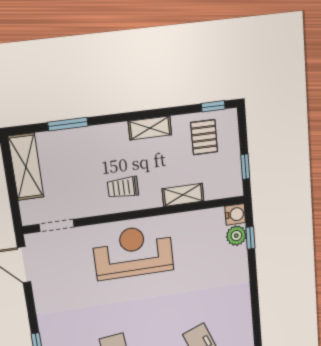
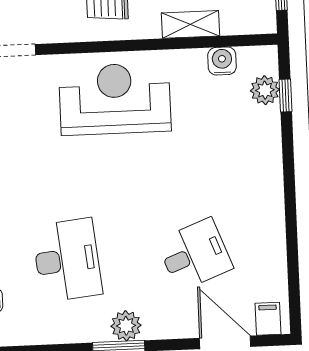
water cooler: (235, 214) -> (222, 61), moved, turned -90

